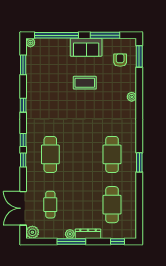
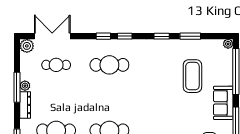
window: (23, 65) -> (190, 36), moved
coffee table: (85, 83) -> (192, 76), moved, width x1.36, depth x1.32

